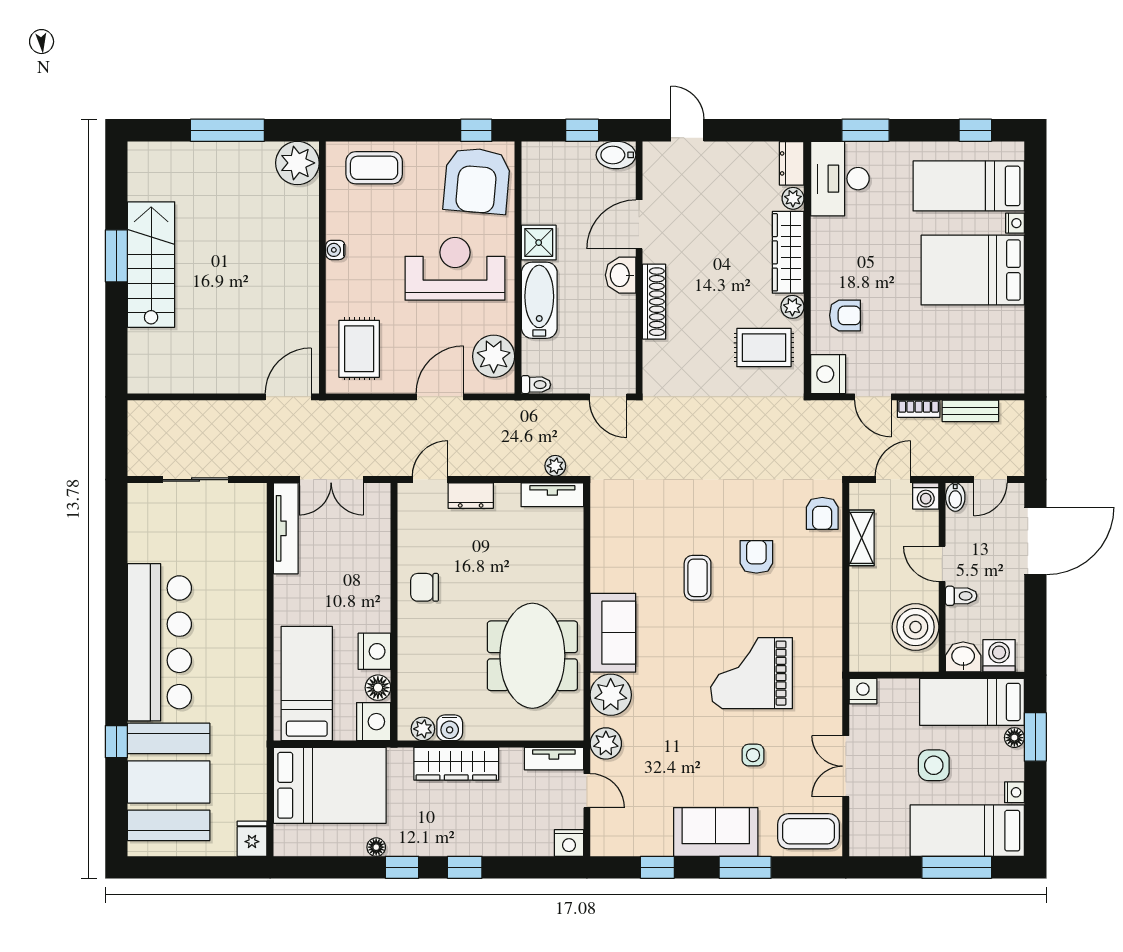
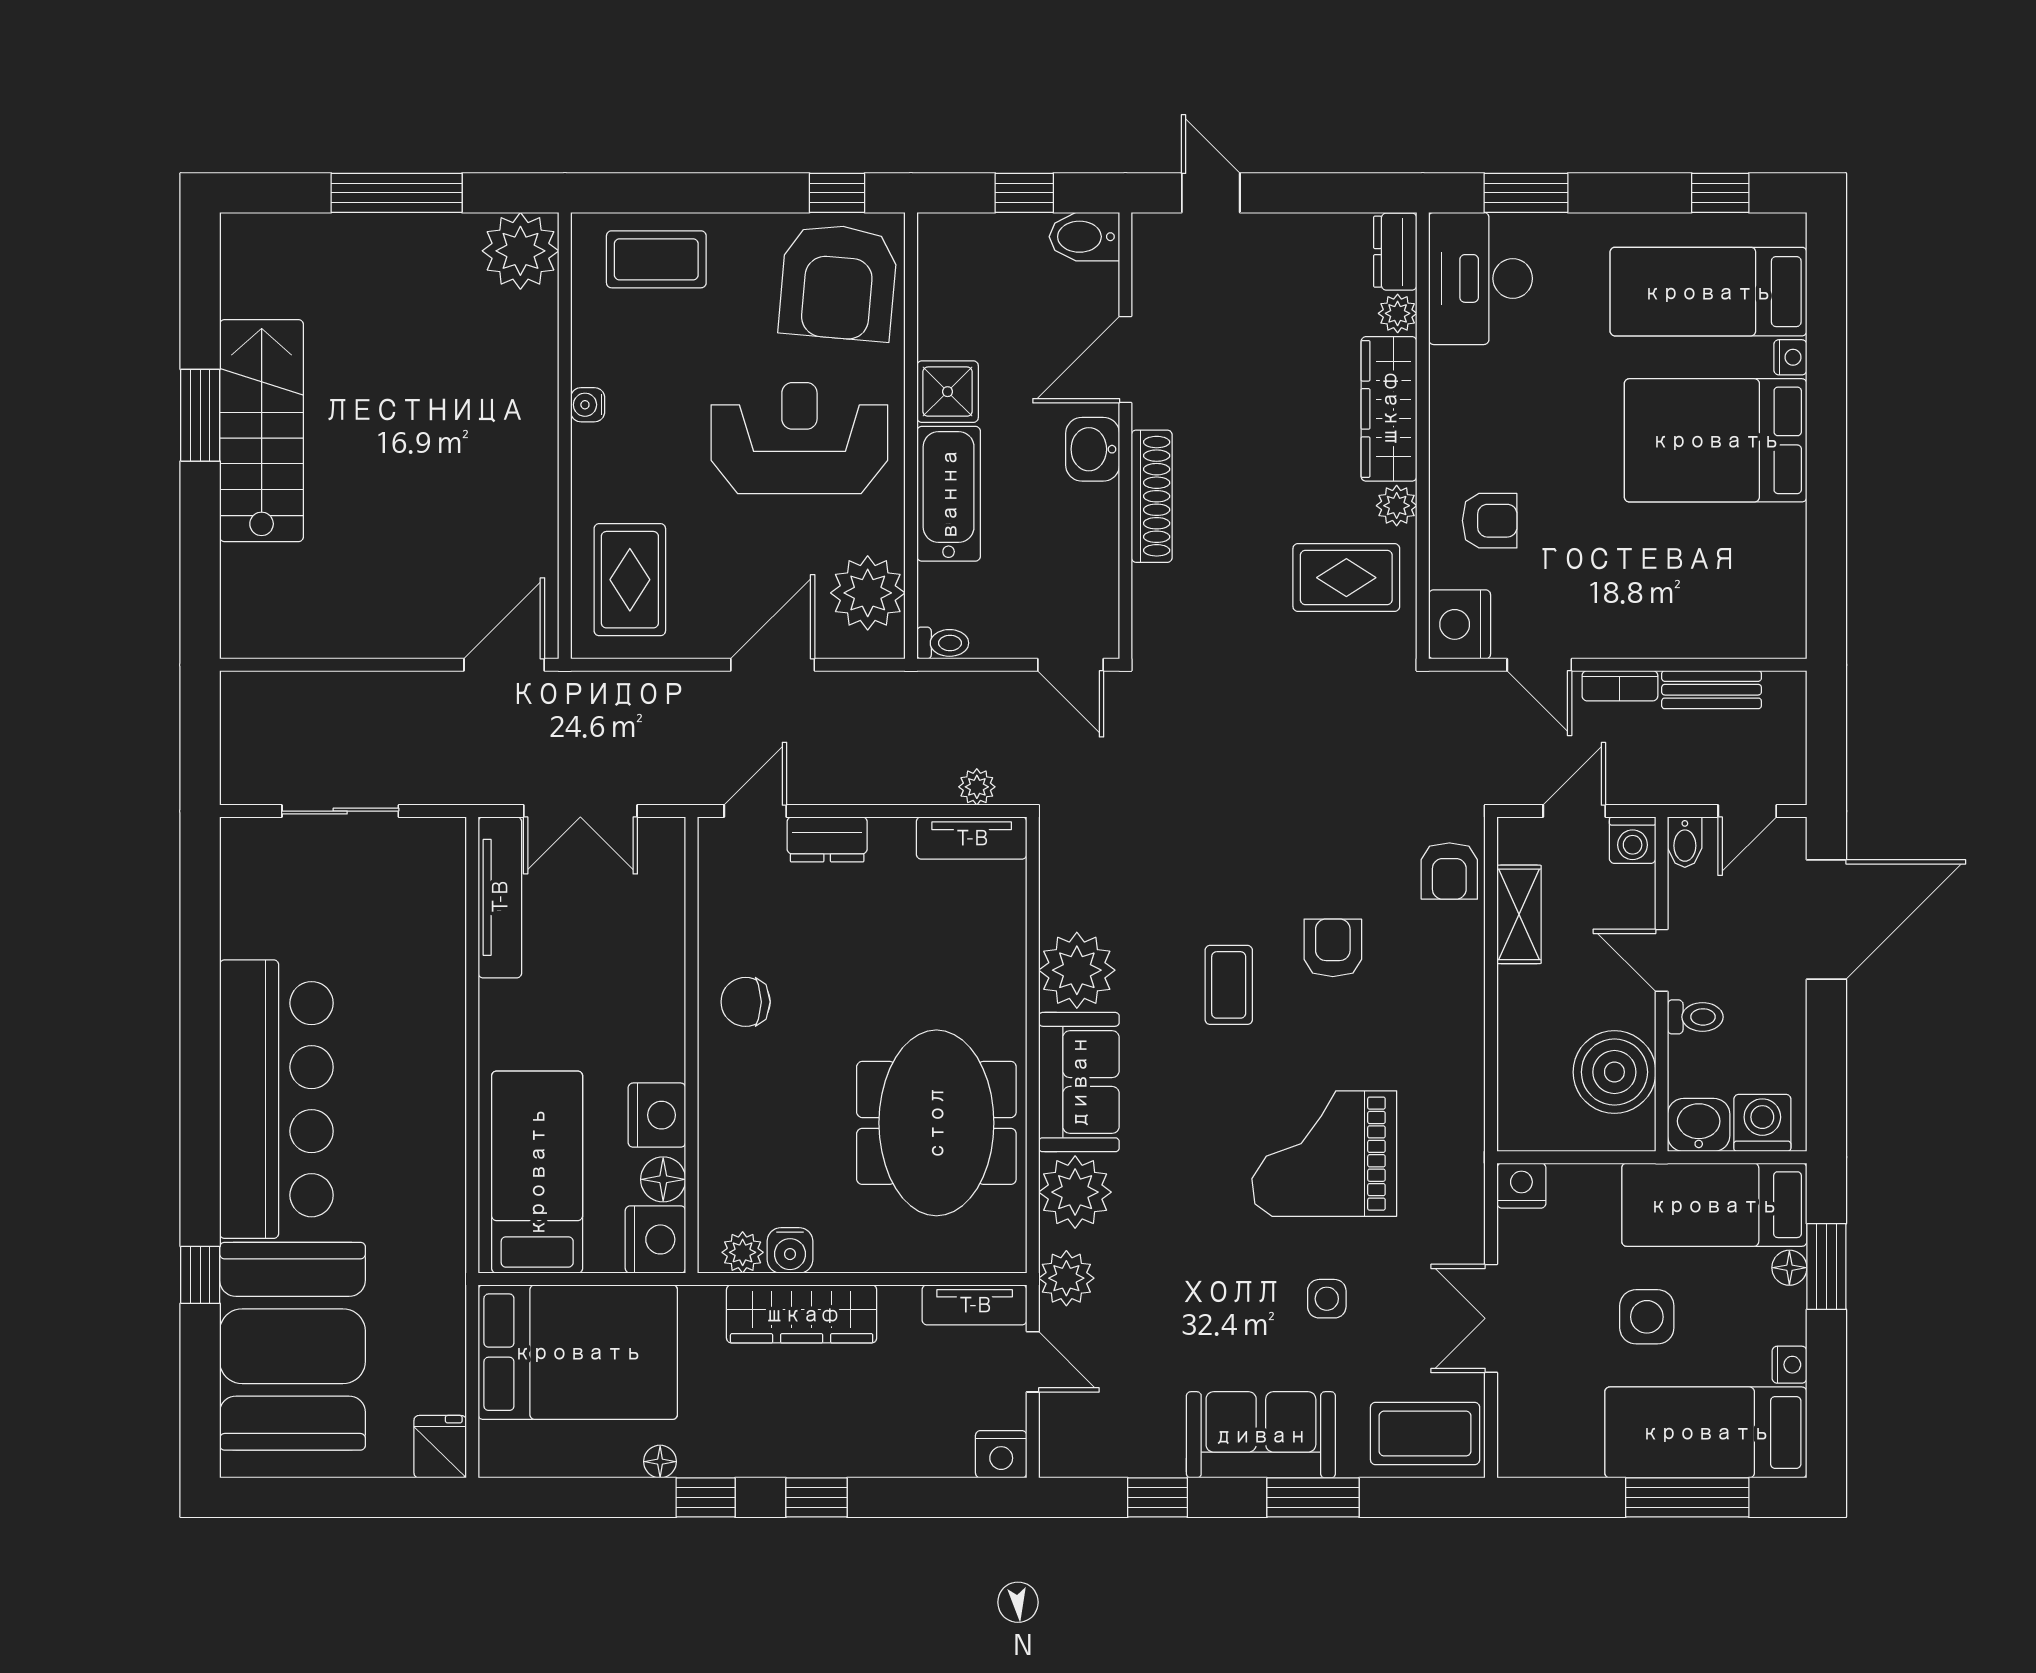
plant: (612, 569) -> (1077, 970), added

